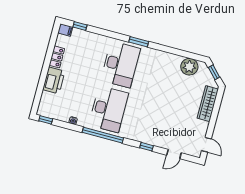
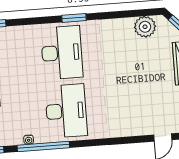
window: (103, 135) -> (43, 146), moved
window: (146, 147) -> (127, 140), removed

